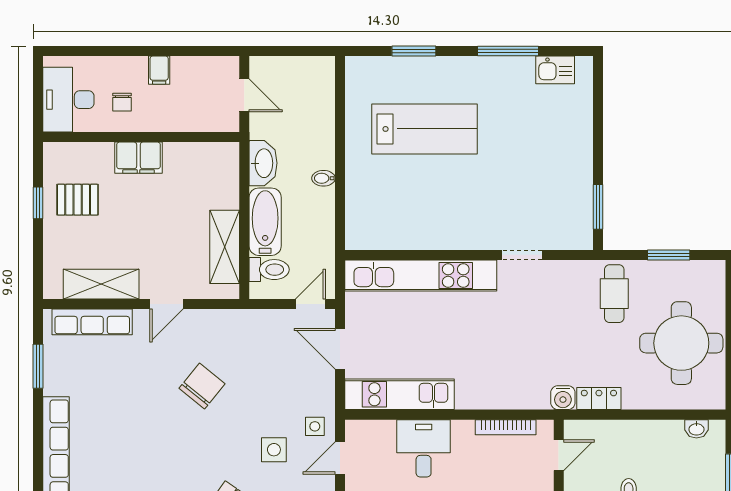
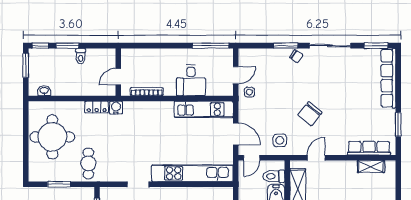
shelving: (101, 284) -> (371, 167), width x0.67, depth x0.75
door: (166, 304) -> (316, 158), moved
side table: (274, 450) -> (280, 140), moved

